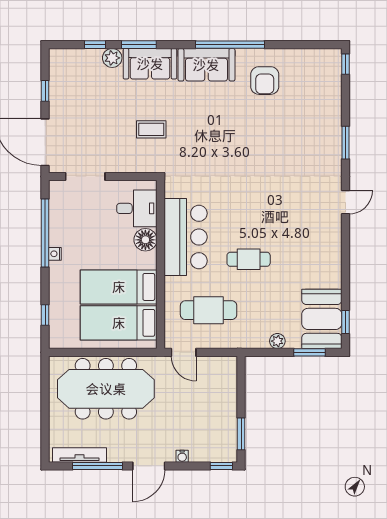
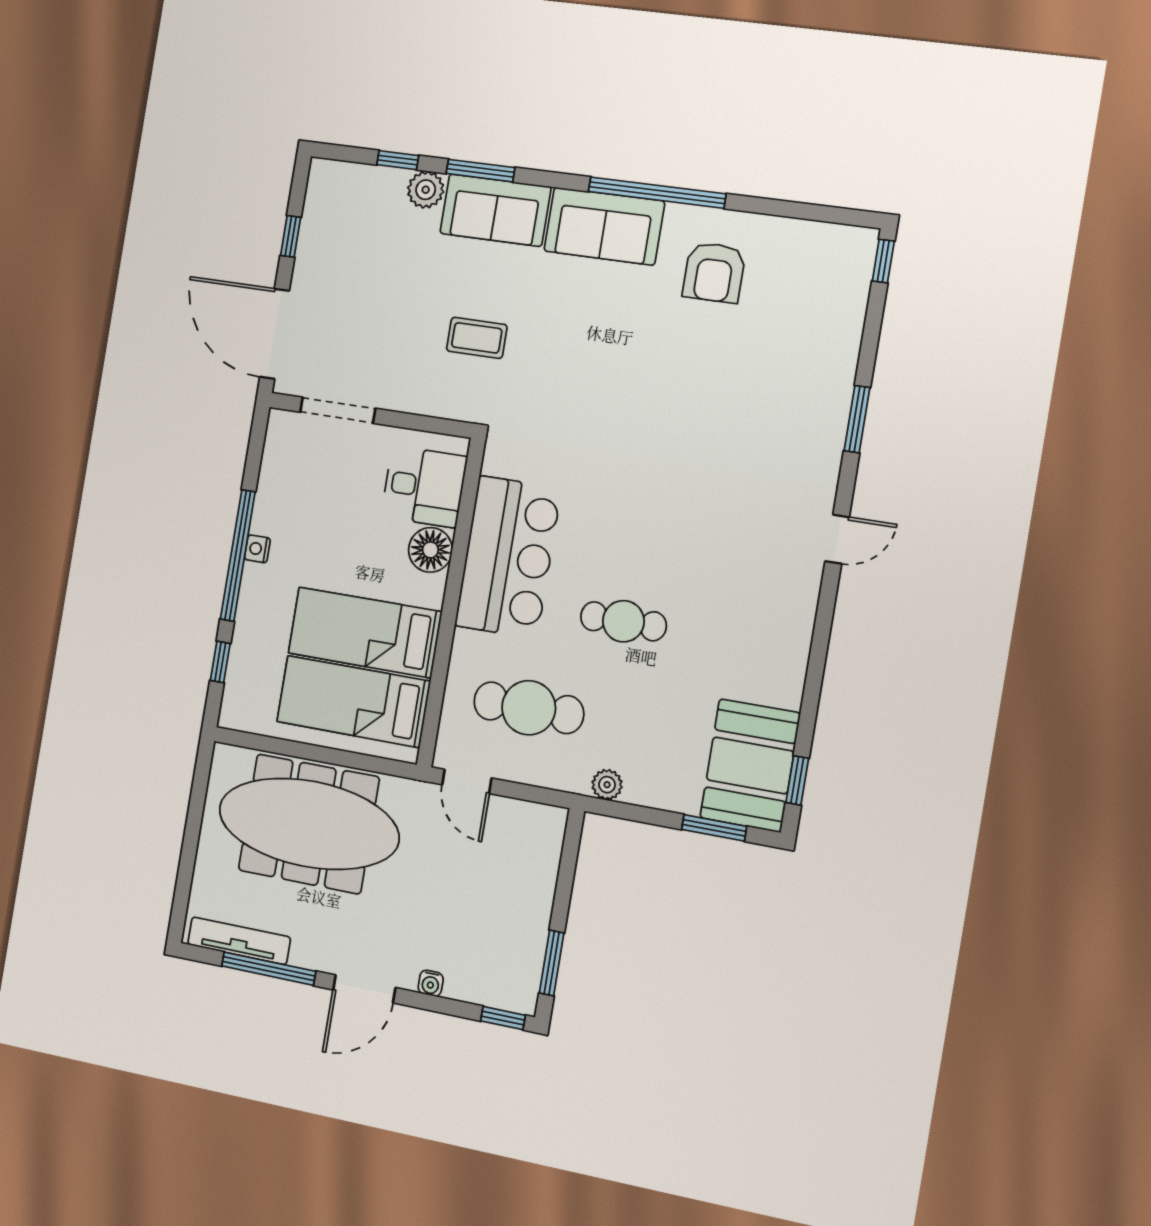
window: (45, 233) -> (238, 556), moved
plant: (277, 341) -> (607, 785), moved

